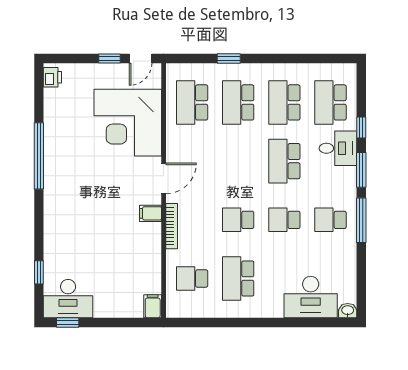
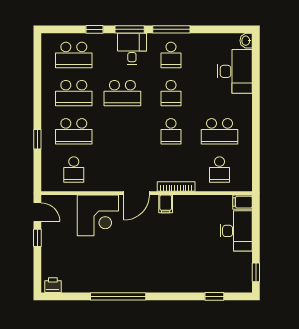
school desk: (192, 102) -> (74, 170), width x0.54
corner desk: (128, 123) -> (98, 215), width x0.74, depth x0.74
desk: (338, 148) -> (132, 49), moved
door: (164, 178) -> (137, 193), swing flipped
desk: (68, 299) -> (236, 231), moved

